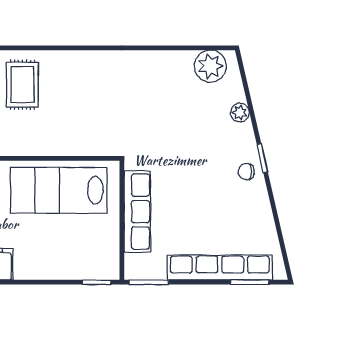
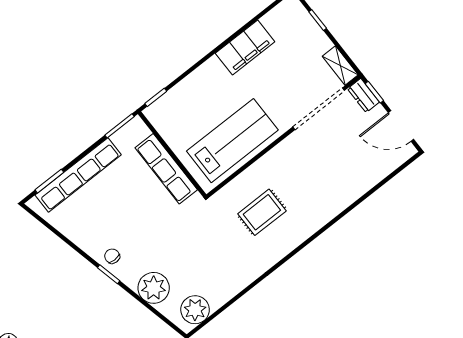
rug: (22, 85) -> (262, 212), moved, turned 90
plant: (240, 113) -> (154, 288), width x1.88, depth x1.88
chair: (246, 172) -> (112, 256), turned -90

